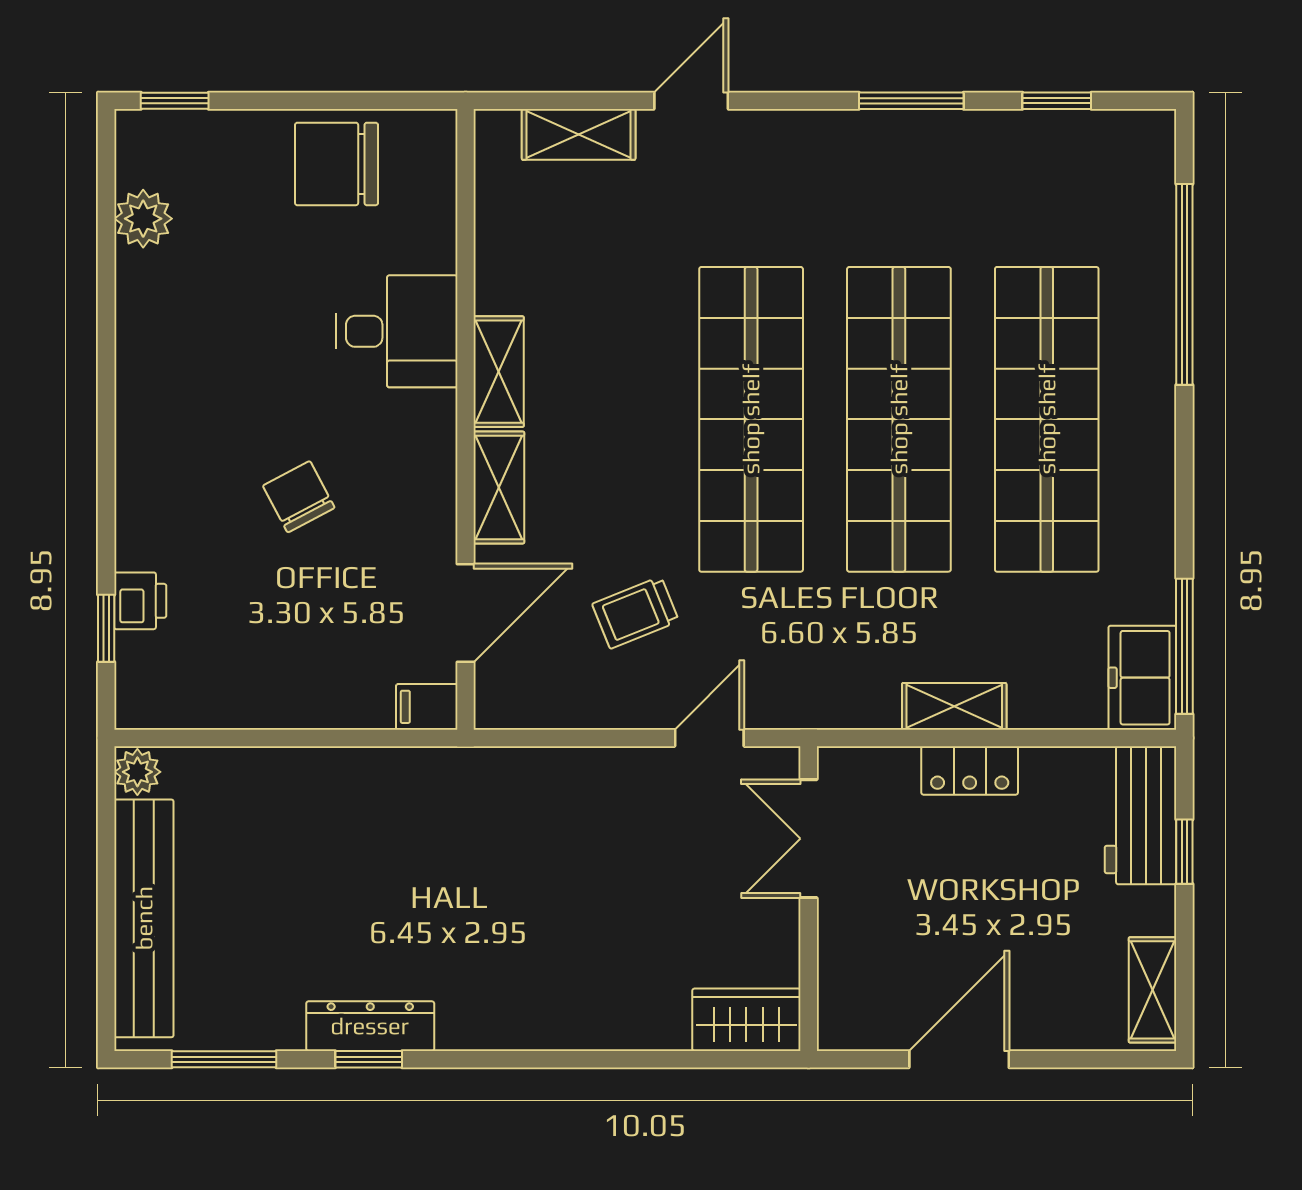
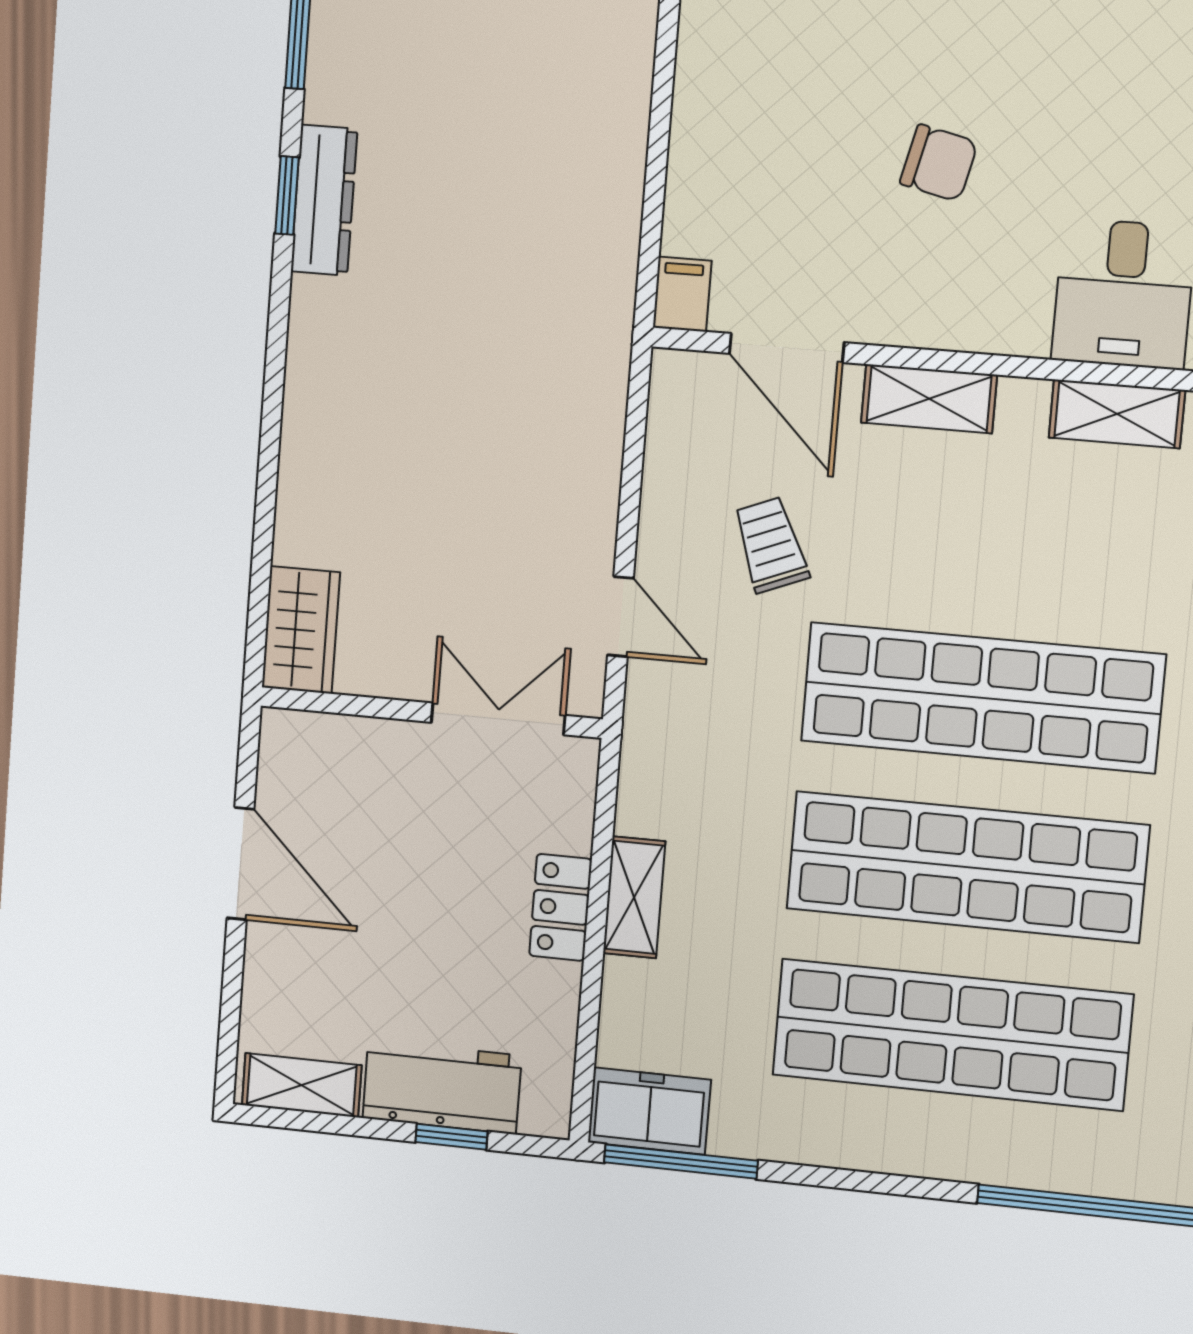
shelving: (499, 372) -> (1117, 414), moved
chair: (299, 497) -> (939, 163), turned 41
workbench: (1141, 815) -> (442, 1087), moved

